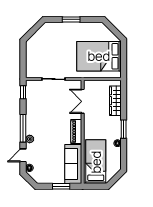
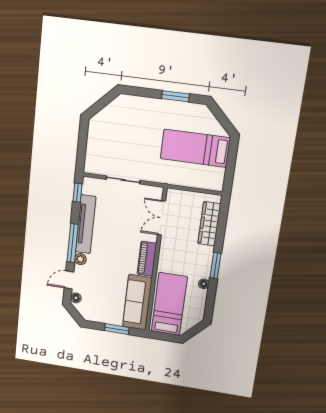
window: (71, 19) -> (175, 96), moved
bed: (99, 56) -> (195, 148), width x0.67
tv unit: (31, 113) -> (86, 224), added

